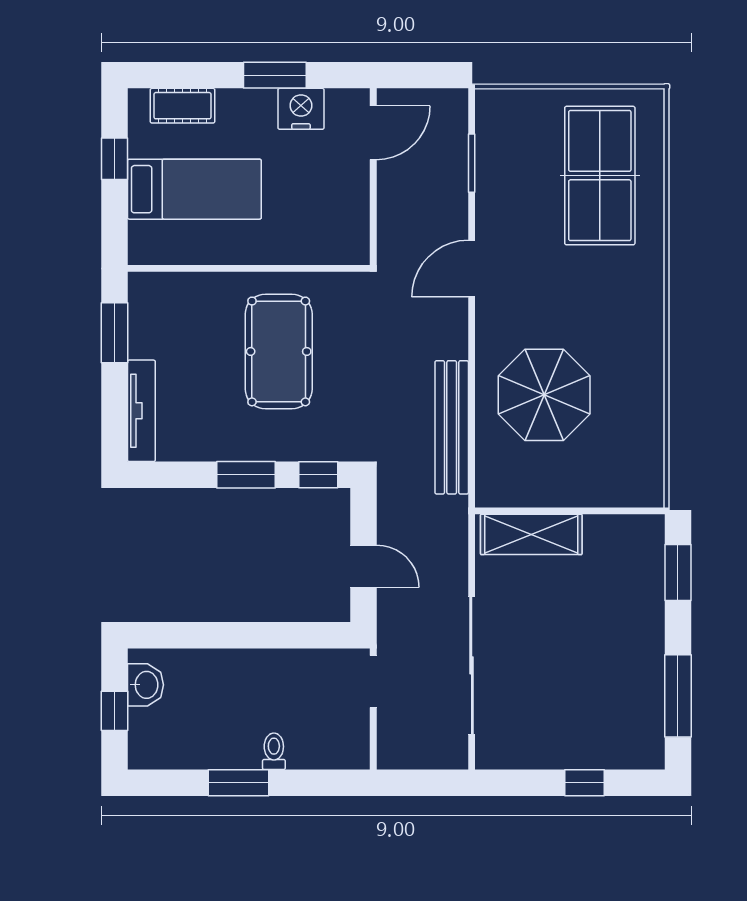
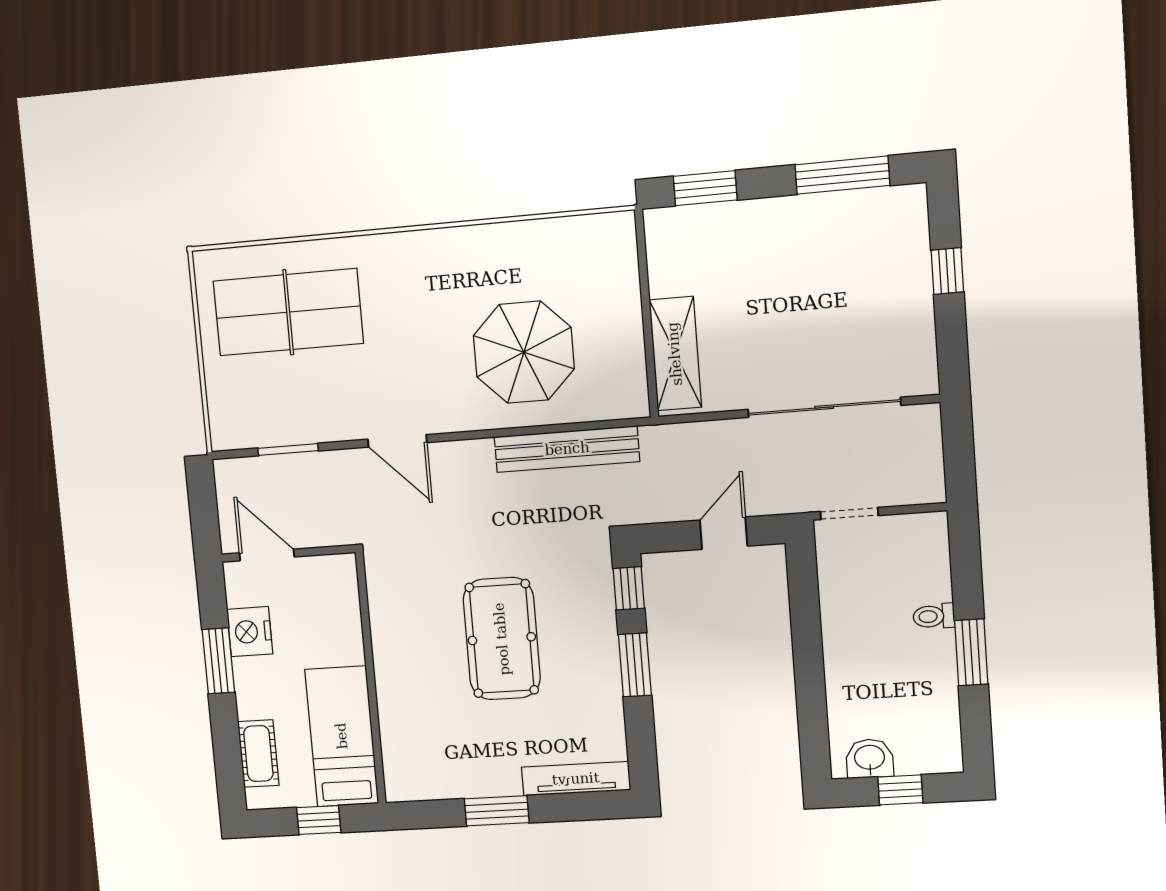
wall: (249, 268) -> (371, 678), moved
pool table: (279, 351) -> (502, 639), turned 90

